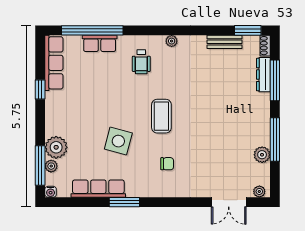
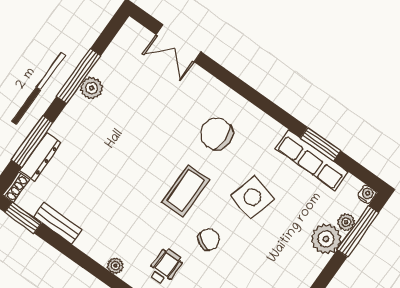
chair: (127, 97) -> (209, 239), added
plant: (262, 155) -> (92, 88), moved
chair: (167, 164) -> (216, 134), width x1.87, depth x1.87
plant: (259, 191) -> (137, 31), removed
window: (124, 202) -> (321, 144), moved
double door: (229, 202) -> (179, 43), swing flipped

